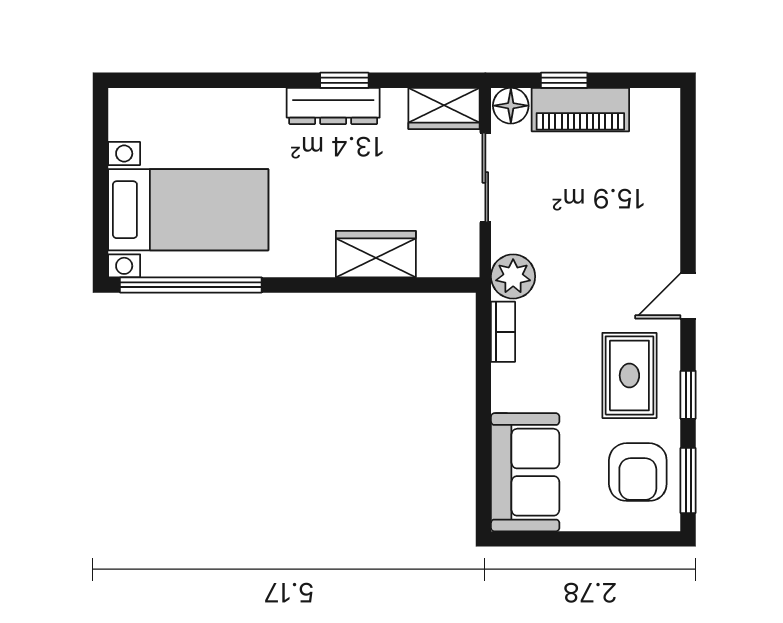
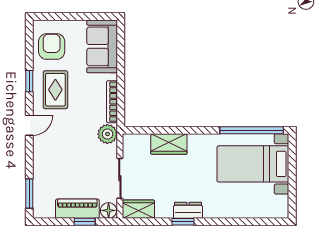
dresser: (333, 106) -> (188, 210), width x0.70
bookcase: (503, 332) -> (112, 102), width x1.56
window: (688, 481) -> (29, 193), moved

